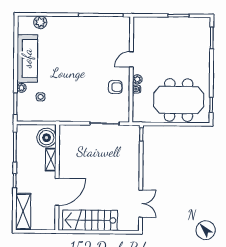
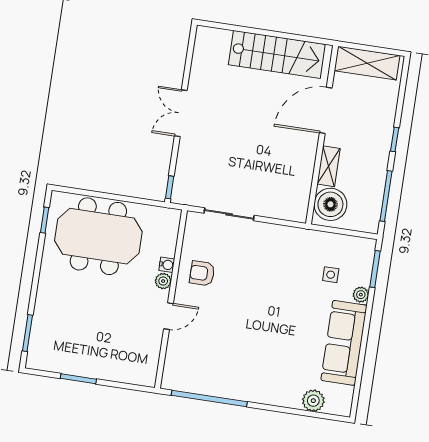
double door: (141, 204) -> (181, 113), moved
shelving: (23, 212) -> (367, 63), moved, turned 90

